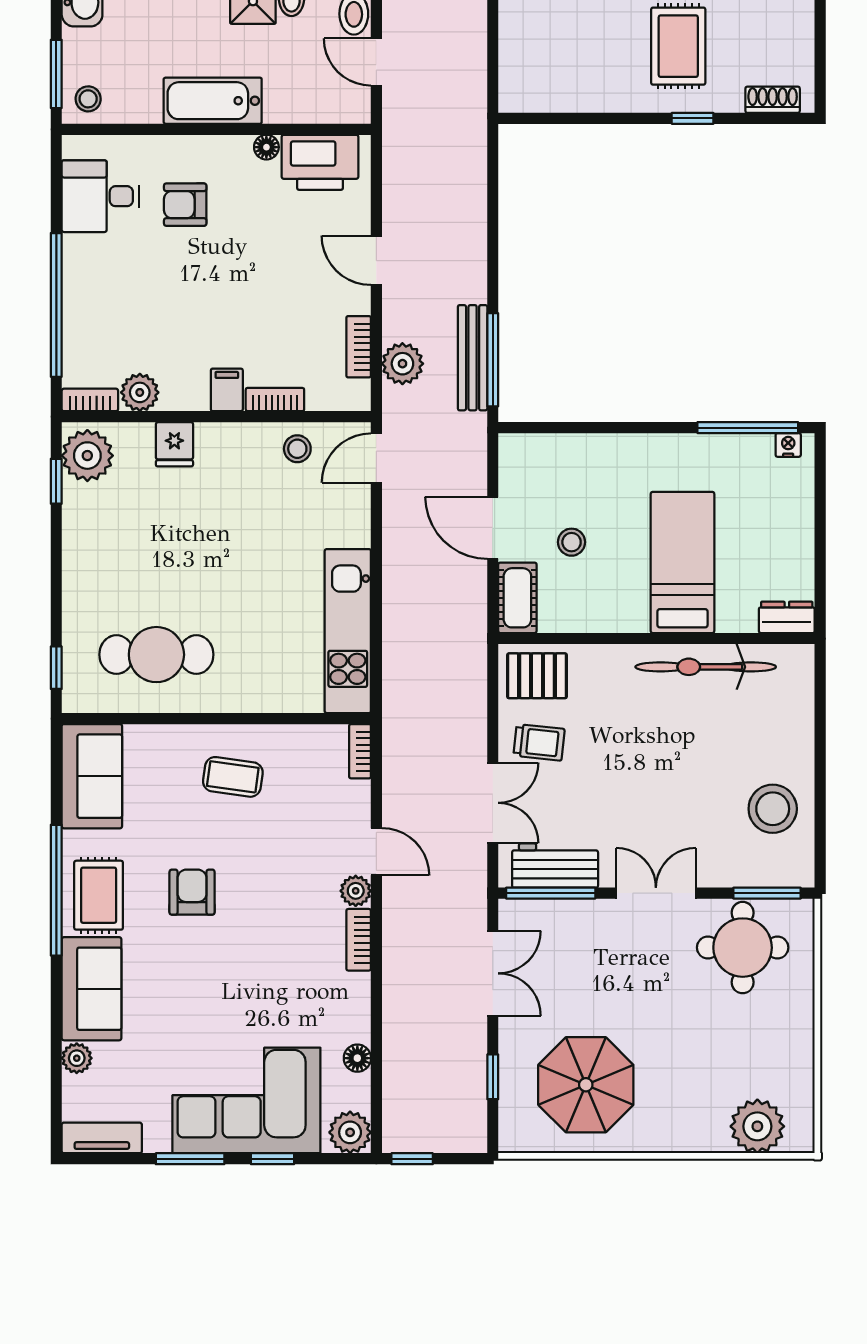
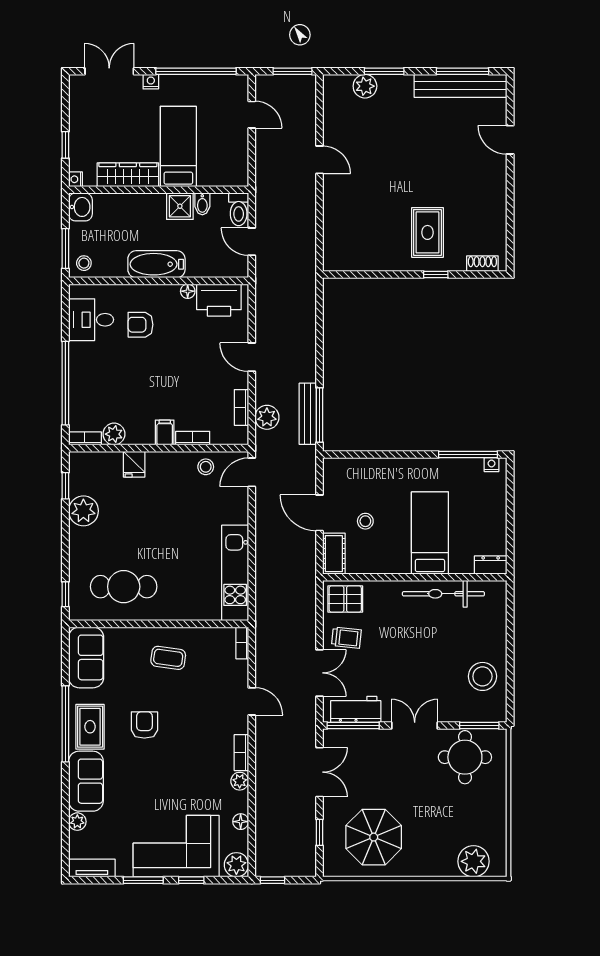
plant: (87, 456) -> (83, 511), moved
plant: (356, 891) -> (240, 781), moved

